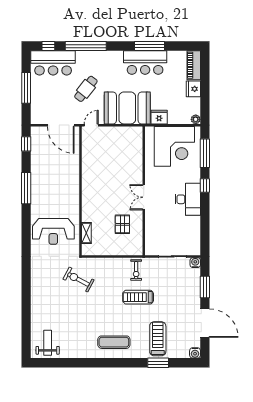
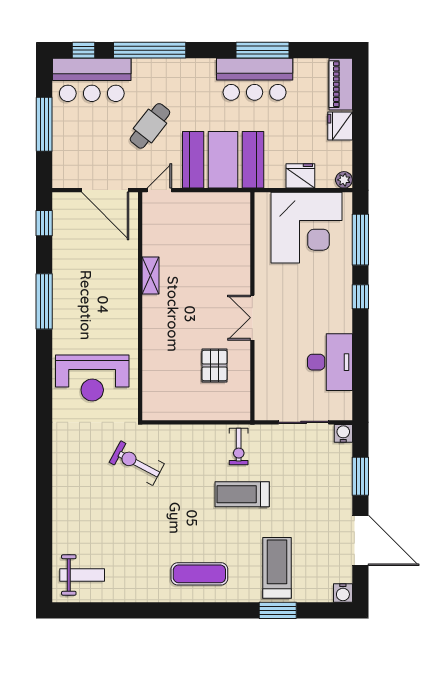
fridge: (159, 117) -> (300, 176), moved
desk: (188, 199) -> (330, 362), moved
shelving: (86, 233) -> (151, 276), moved
weight bench: (48, 343) -> (82, 575), turned 90

